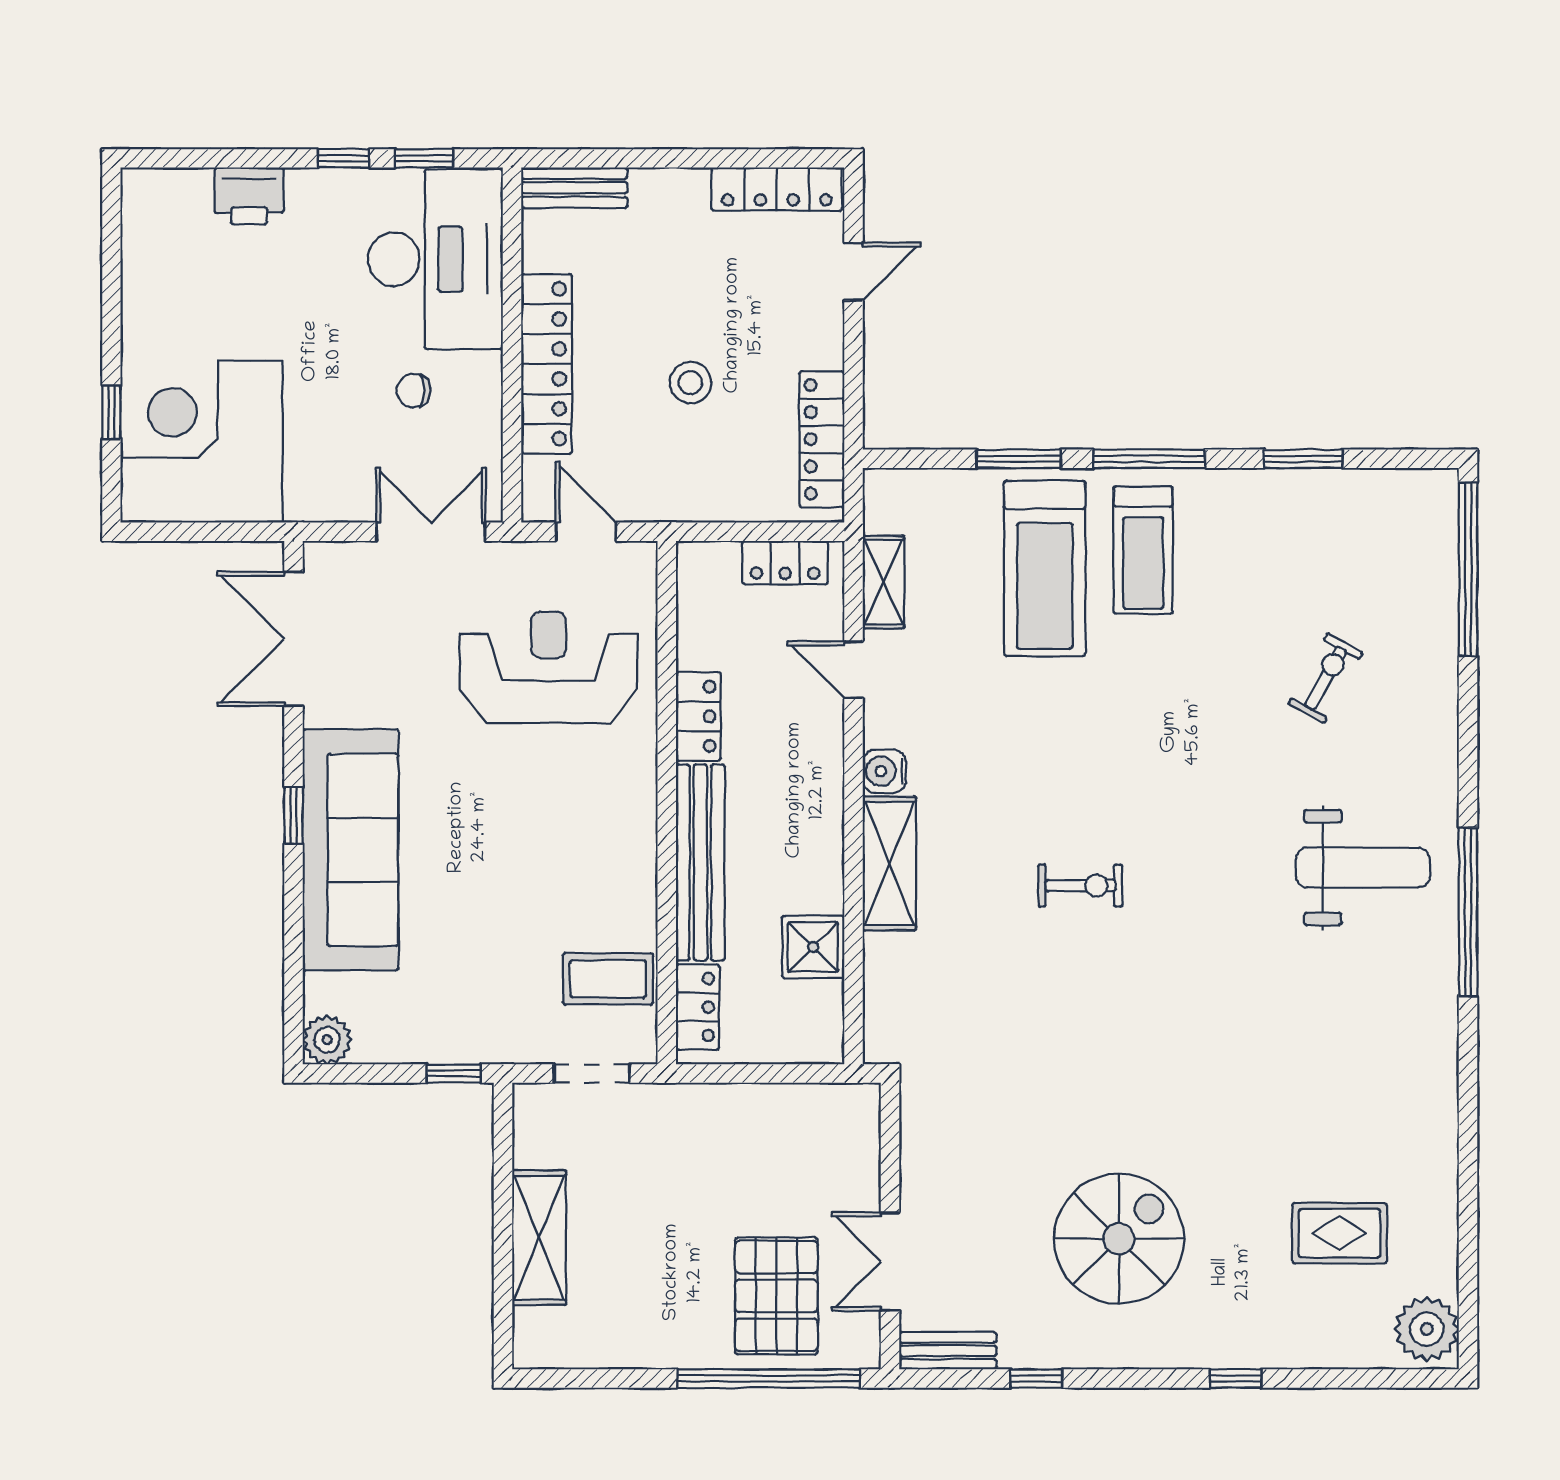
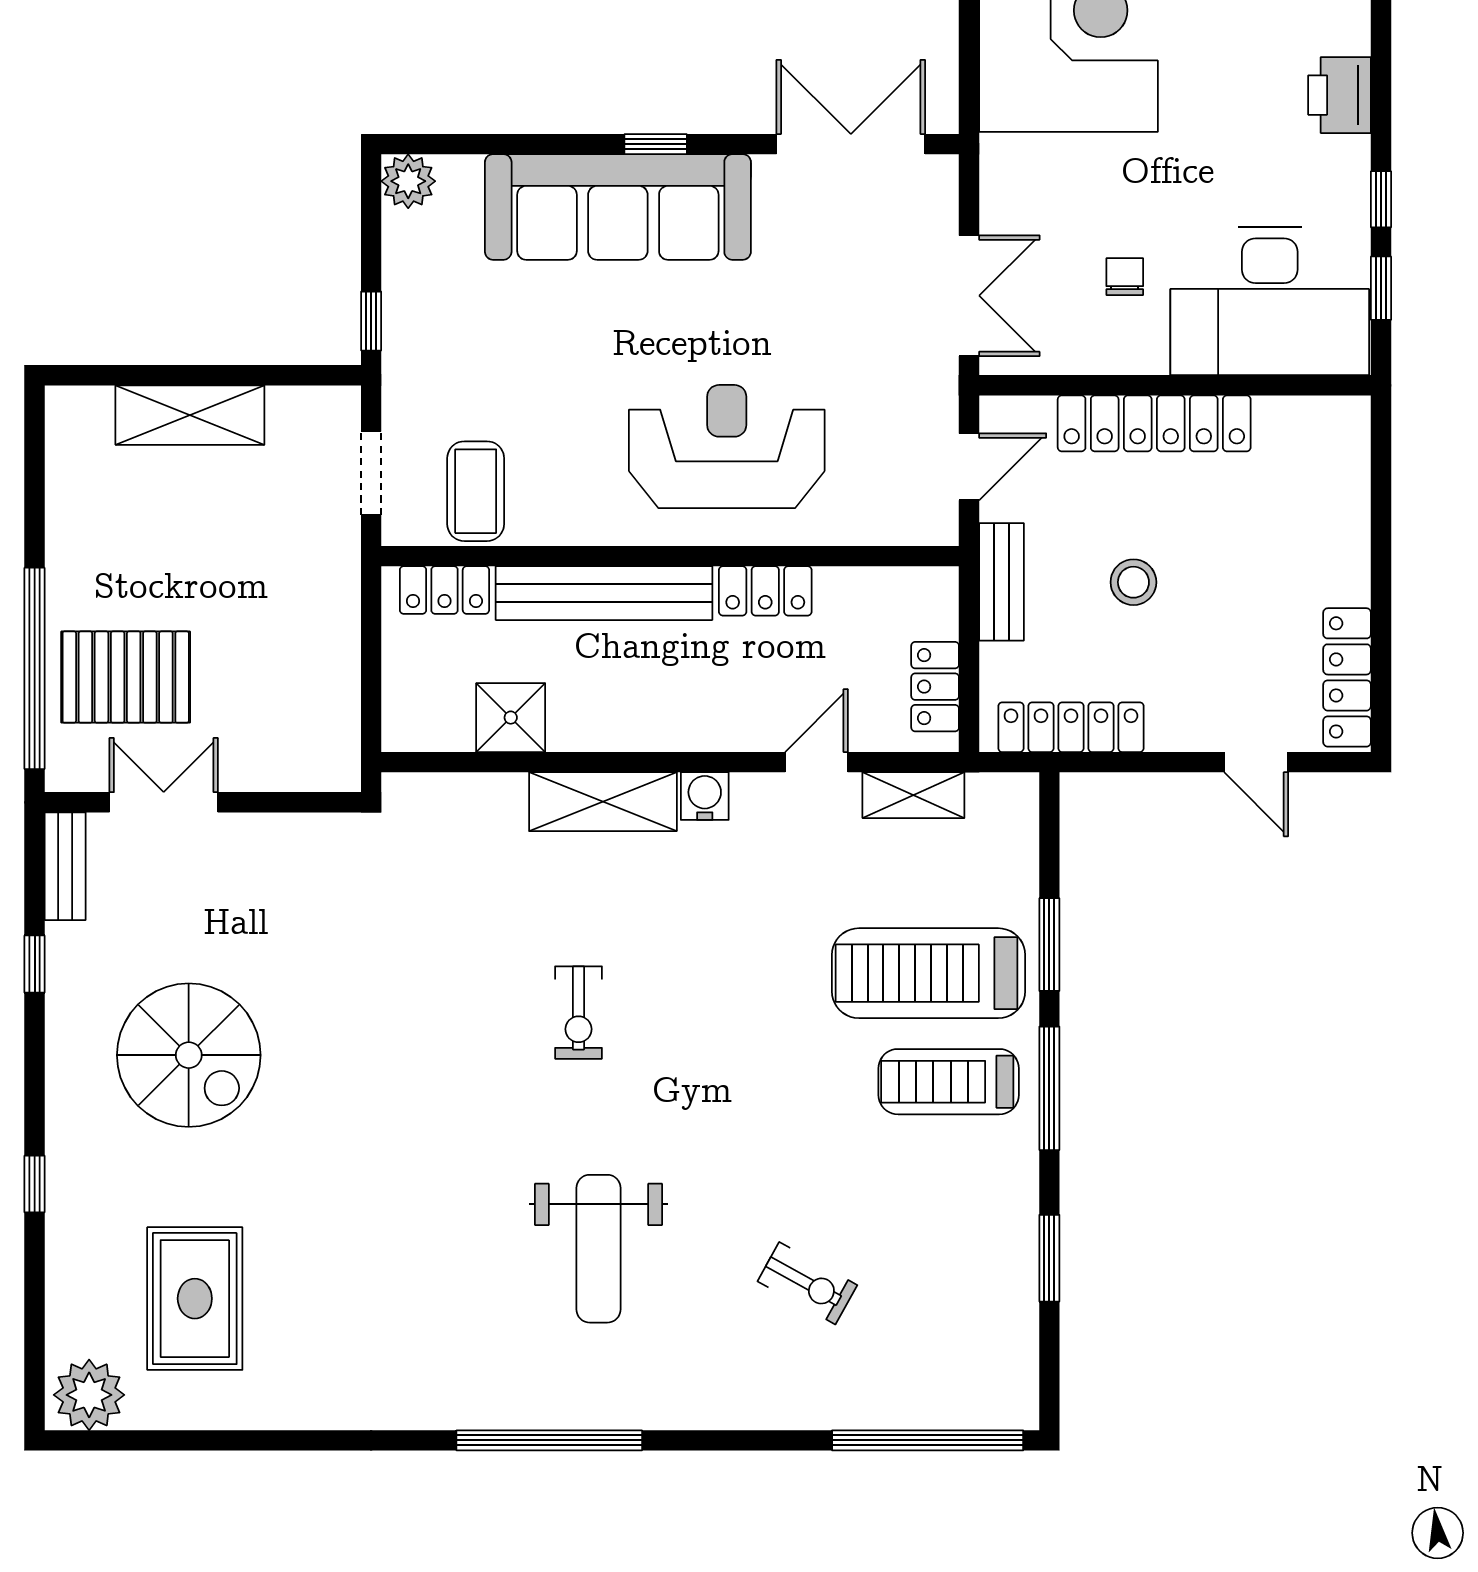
bench: (574, 188) -> (1001, 582), moved
reception desk: (548, 667) -> (727, 447), moved, turned -90
weight bench: (1363, 868) -> (598, 1249), moved
rug: (1340, 1233) -> (195, 1299), width x1.36, depth x1.43

